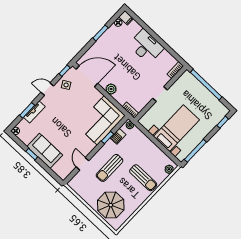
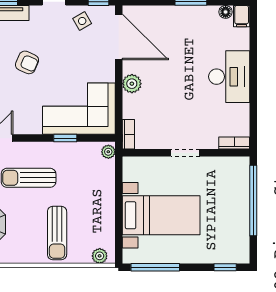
armchair: (62, 124) -> (27, 62), added
barbecue: (118, 136) -> (80, 150), removed

